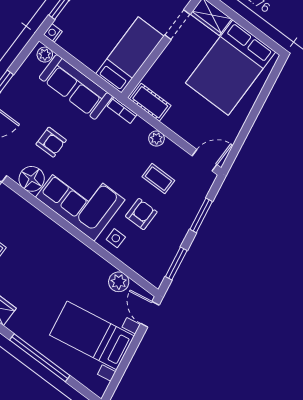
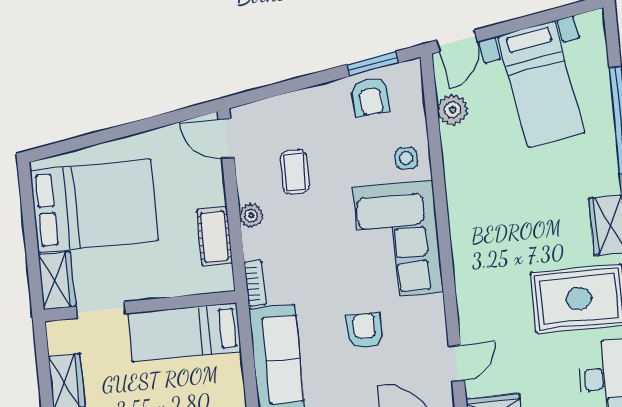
cot: (150, 102) -> (214, 237), moved
floor lamp: (32, 179) -> (426, 315), removed
armchair: (141, 214) -> (370, 97), moved, turned -95
window: (201, 215) -> (292, 85), removed

